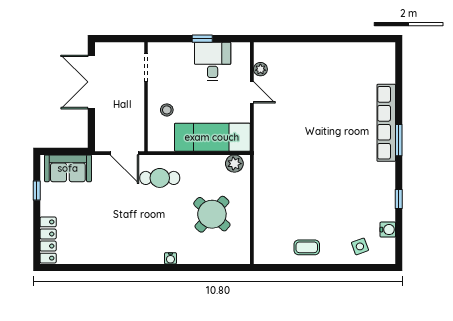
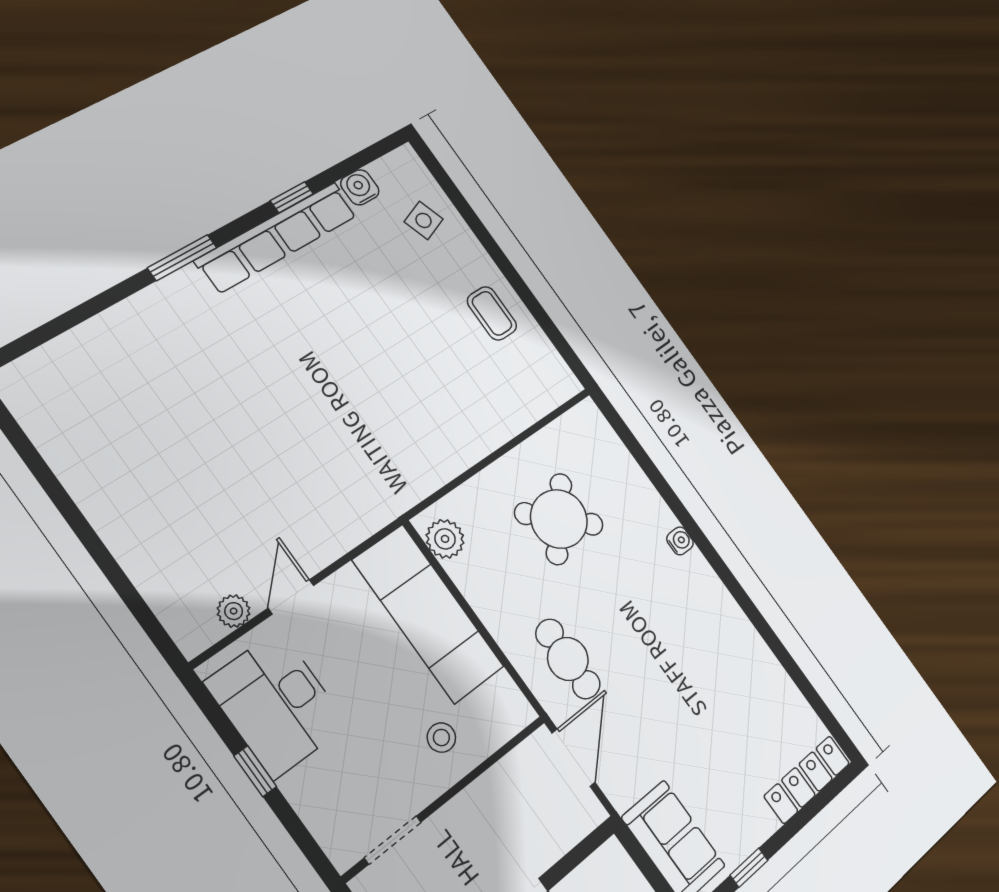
desk: (213, 61) -> (276, 704), width x1.37
row of seats: (386, 123) -> (277, 237), moved

